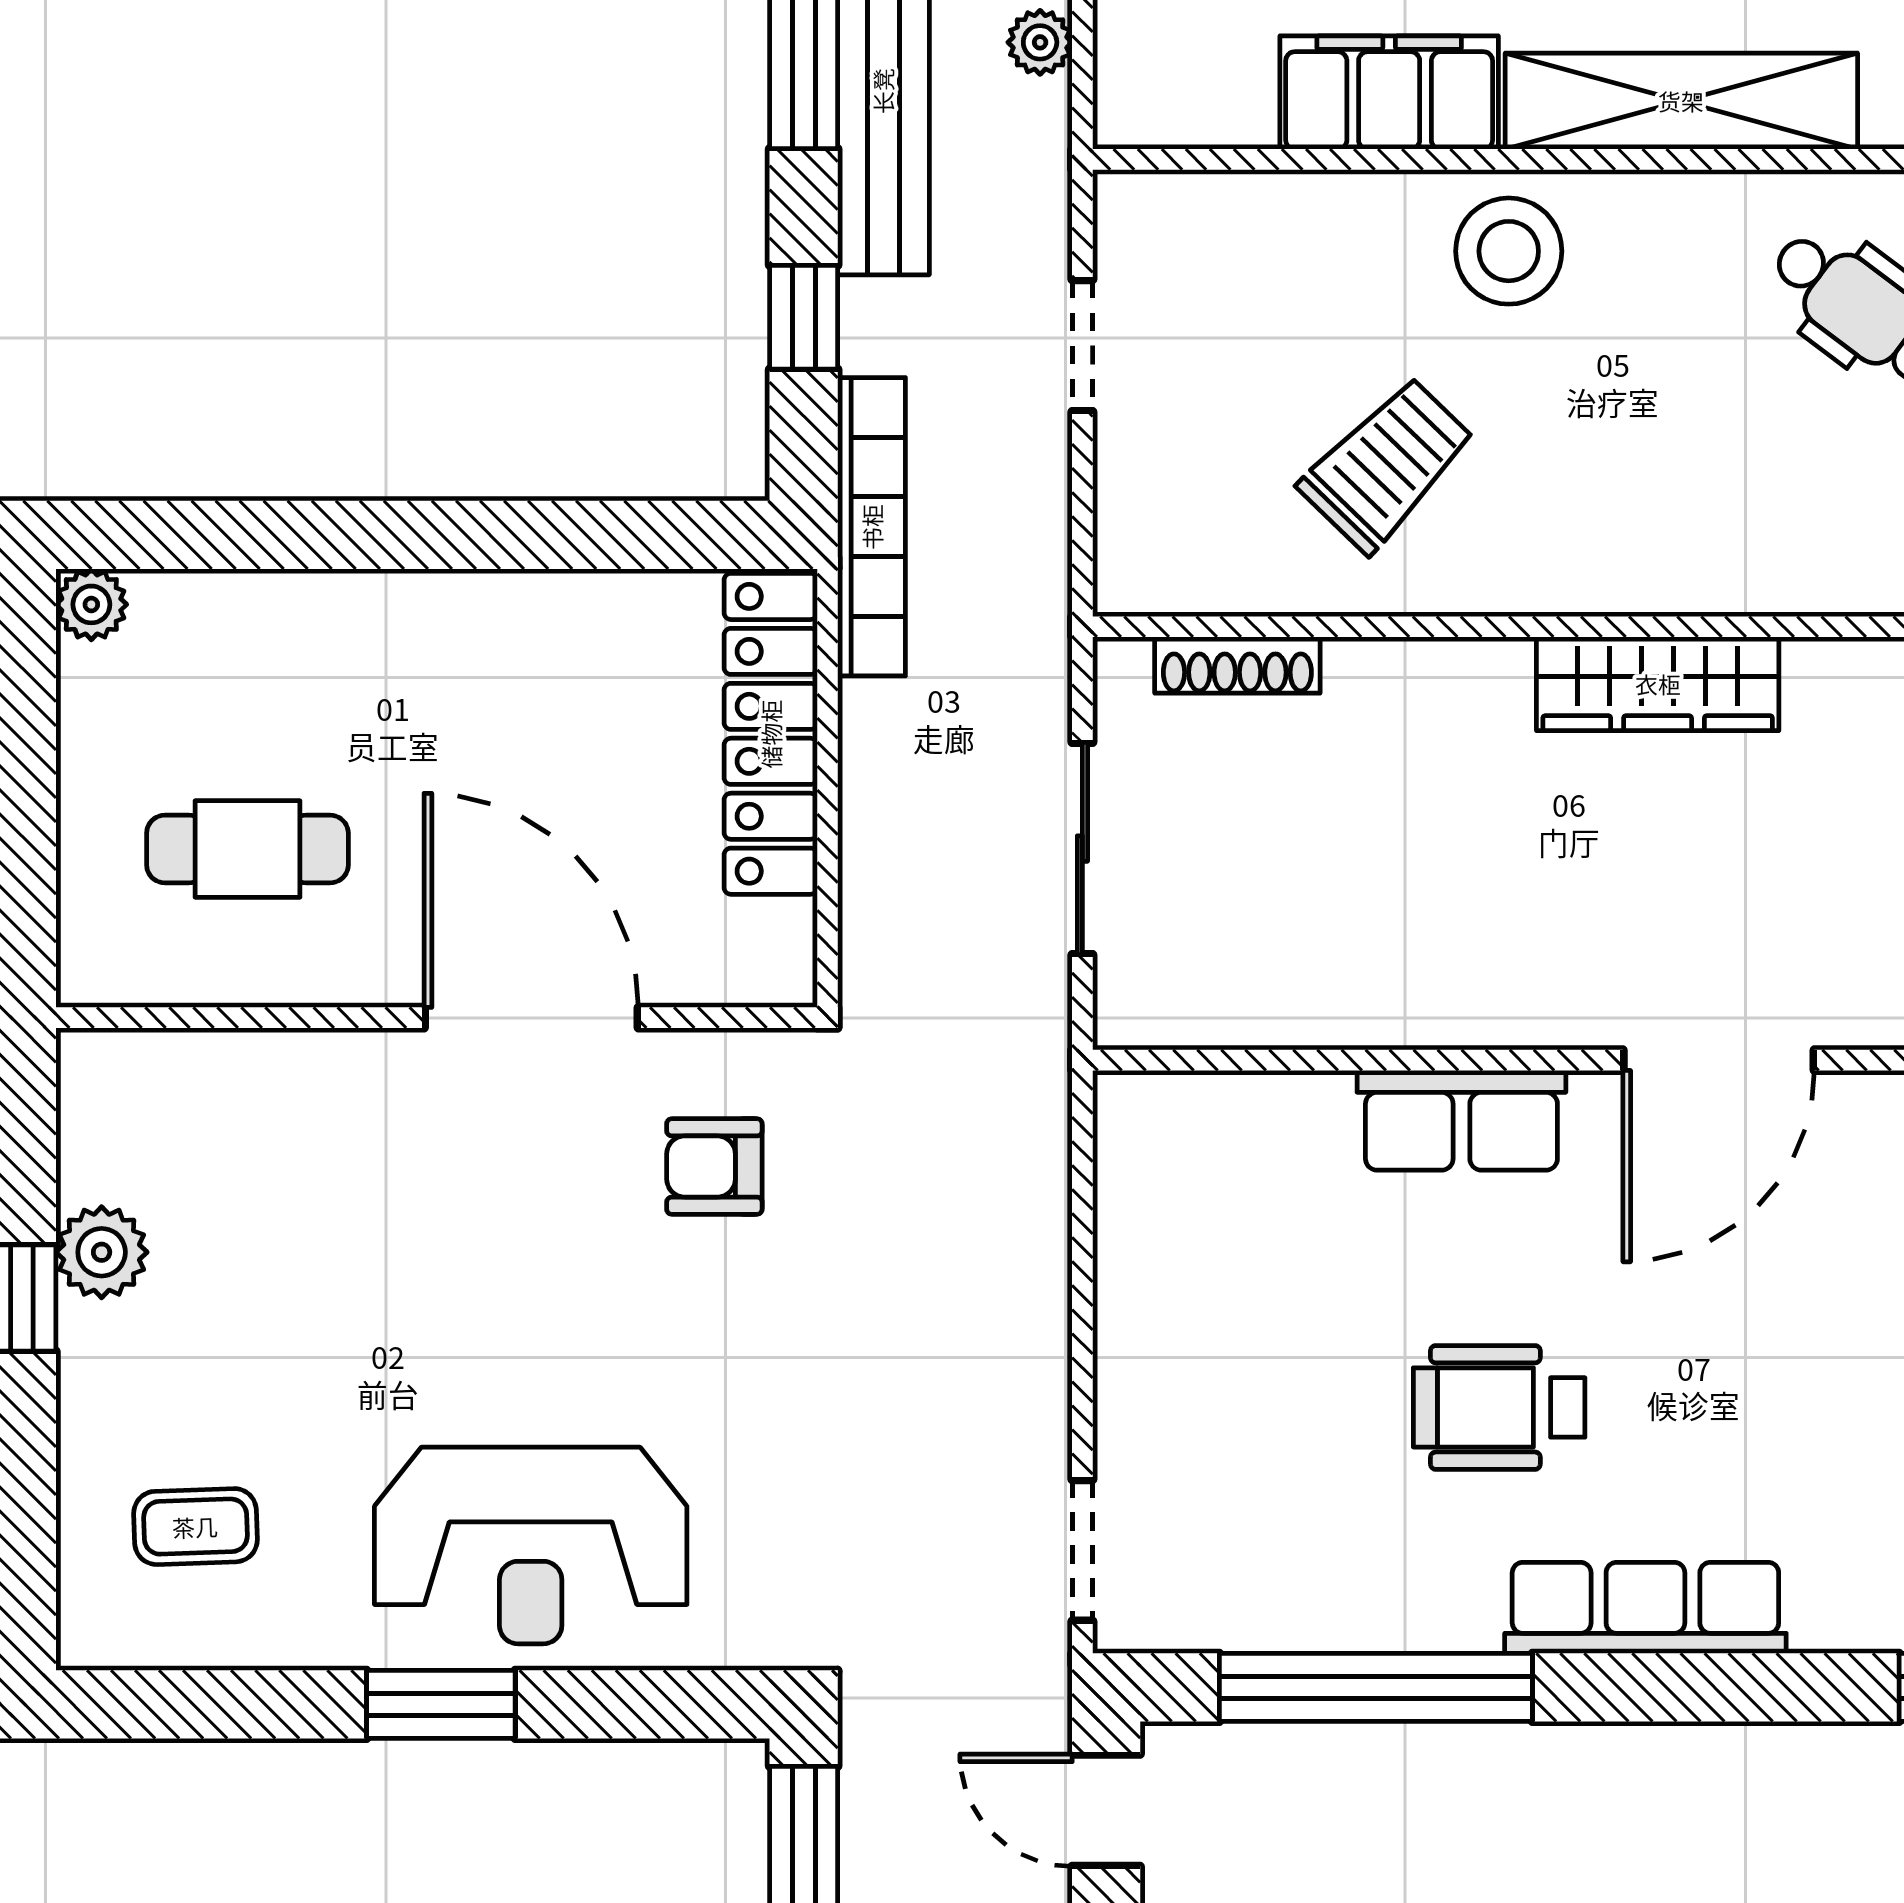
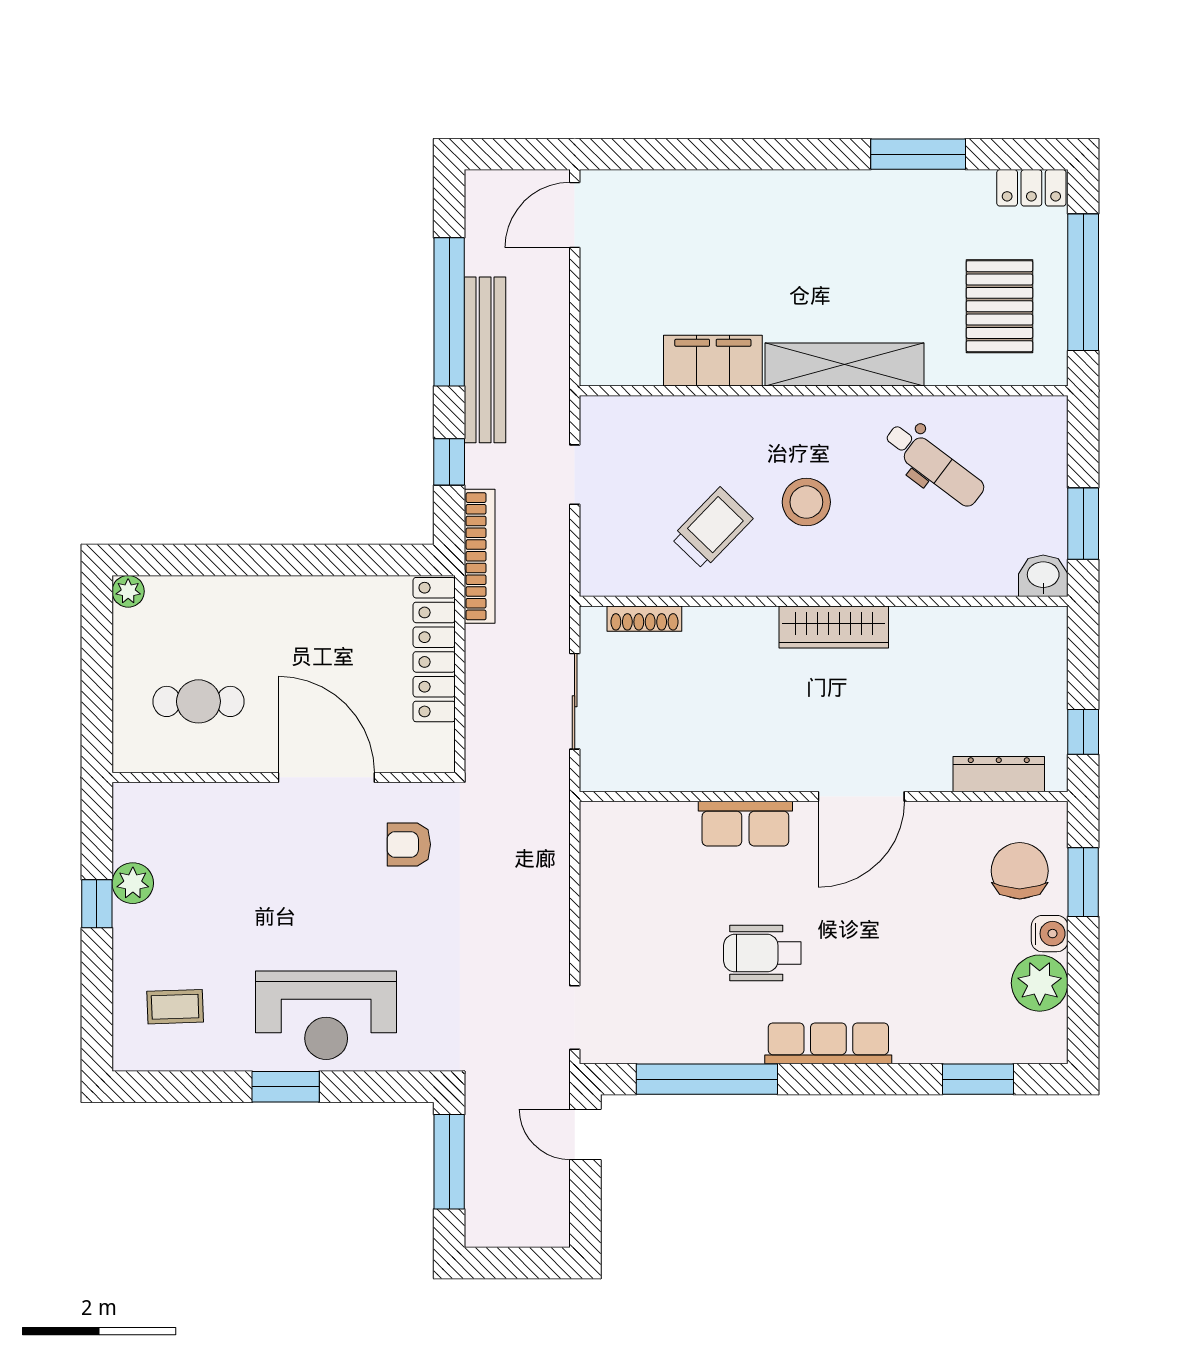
plant: (1040, 42) -> (556, 338), removed
stool: (1509, 251) -> (806, 502), moved

